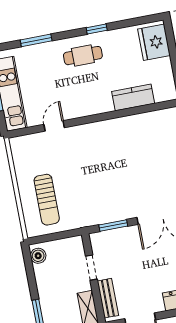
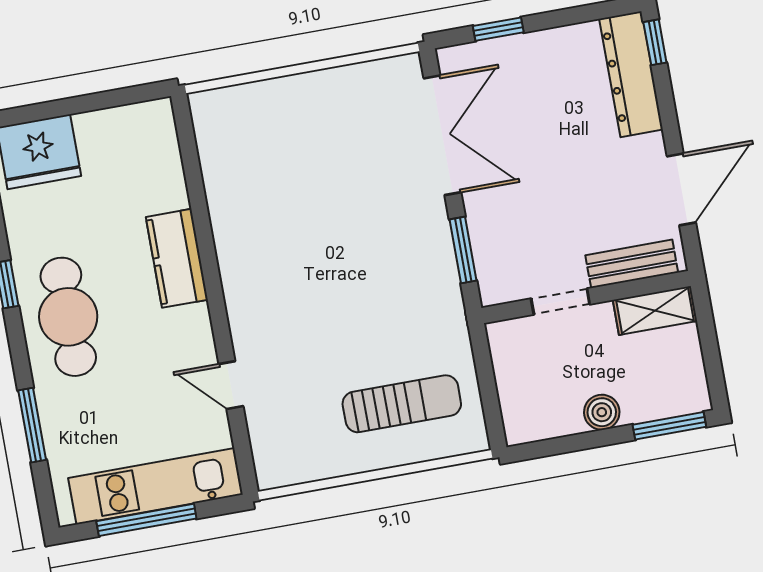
cafe table: (83, 56) -> (68, 317), width x1.37, depth x1.35
kitchen counter: (133, 97) -> (177, 258), moved
boiler: (38, 256) -> (602, 412), moved

